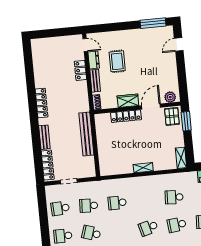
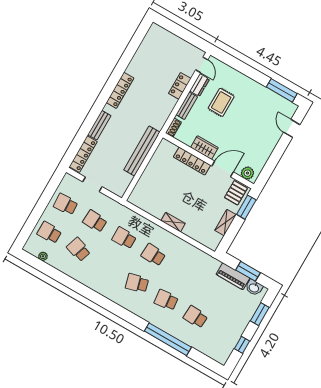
door: (179, 44) -> (292, 128), hinge flipped
shelving: (181, 158) -> (226, 223), moved
school desk: (174, 197) -> (153, 255), moved

